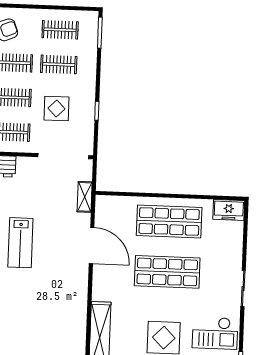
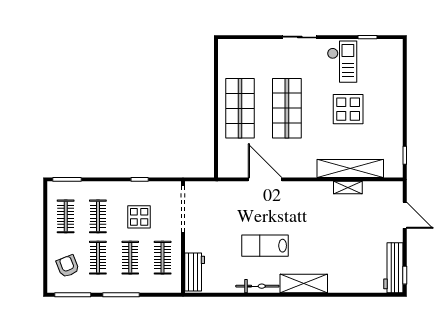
shelving: (85, 197) -> (348, 188), moved
freezer: (229, 210) -> (227, 53), removed
lab bench: (20, 243) -> (265, 246), turned 180
door: (92, 245) -> (265, 179), hinge flipped

